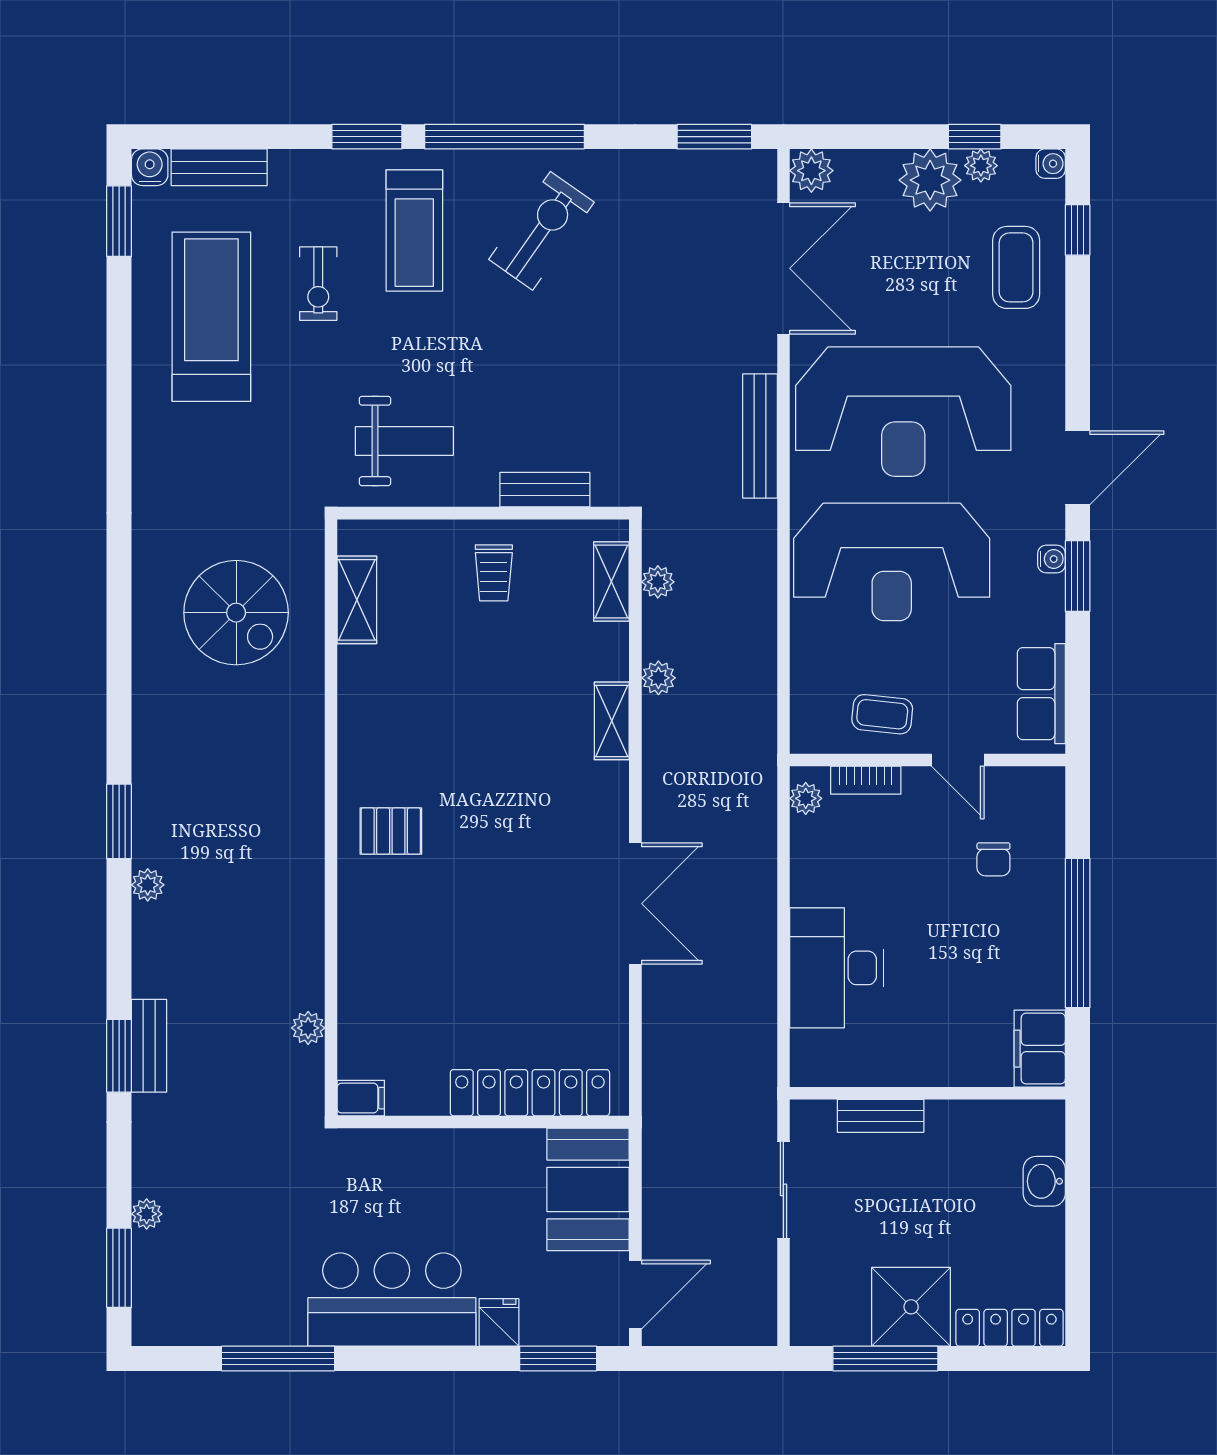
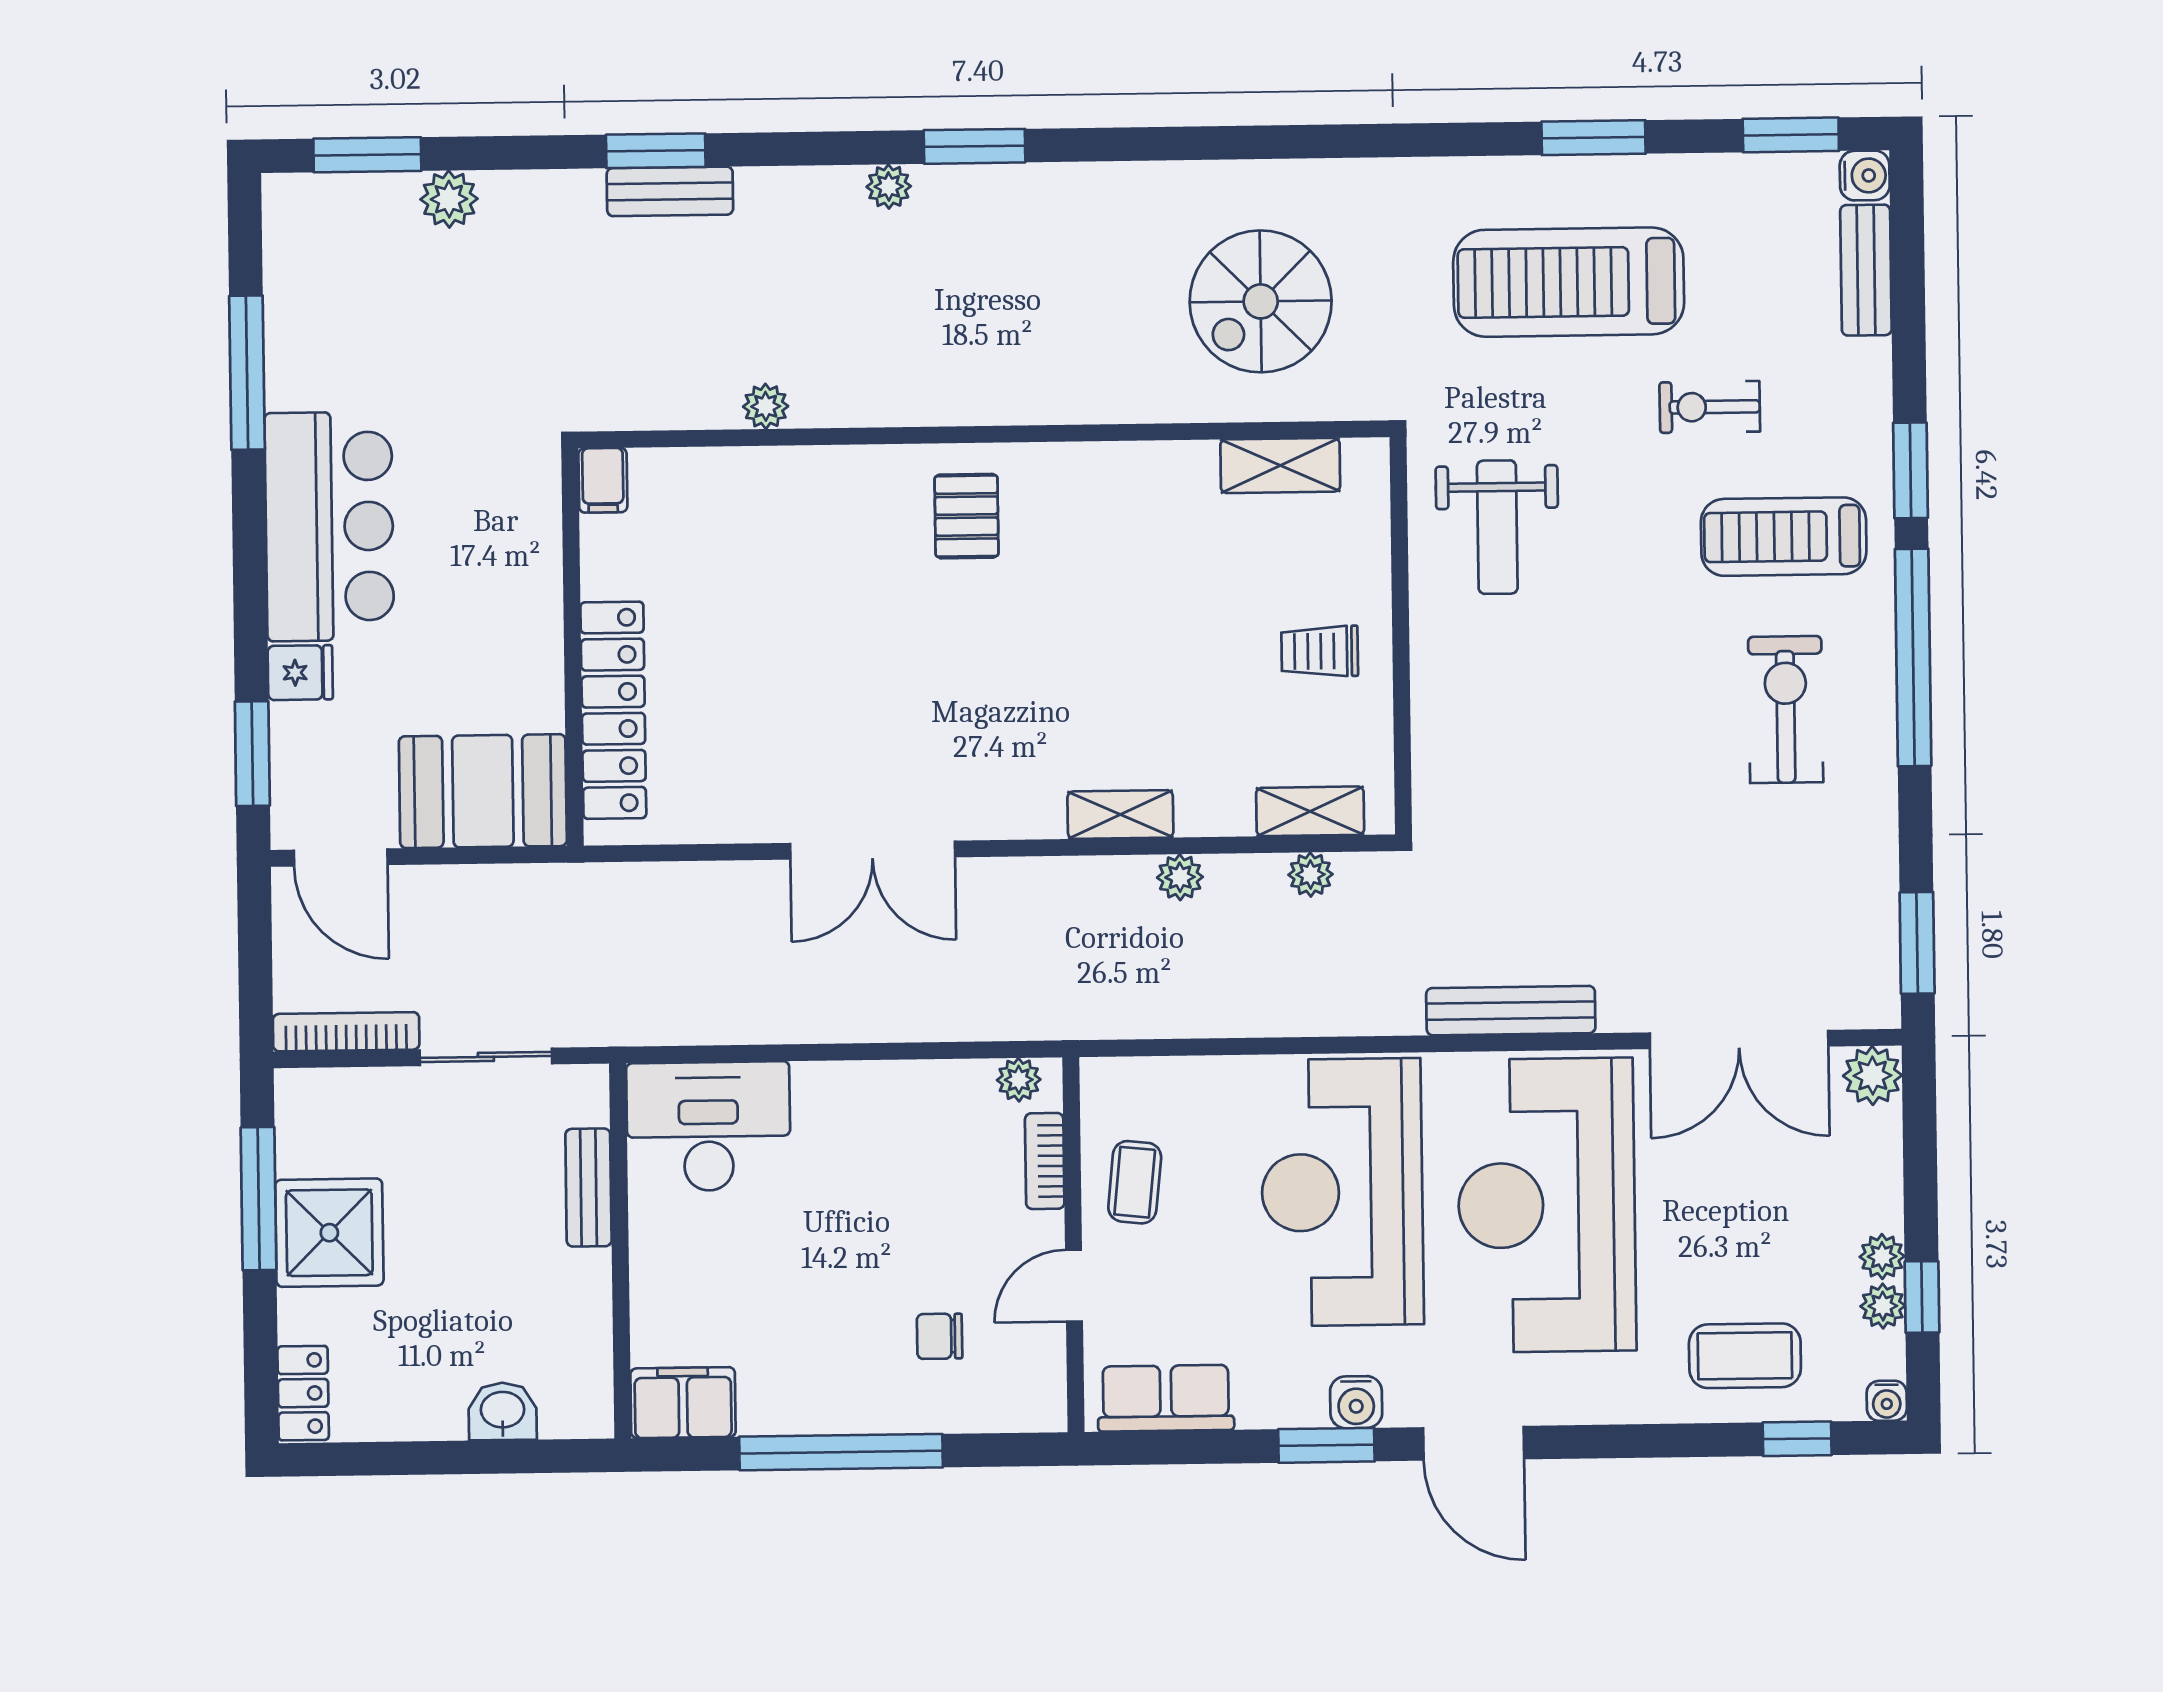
plant: (930, 180) -> (1882, 1257), width x0.53, depth x0.53
exercise bike: (541, 231) -> (1786, 710), turned -125
treadmill: (211, 317) -> (1569, 282), moved, turned 180
window: (119, 366) -> (1594, 138), added
bench: (545, 490) -> (1434, 719), removed
water cooler: (1051, 559) -> (1356, 1402), width x1.38, depth x1.38
desk: (837, 968) -> (708, 1126), moved
plant: (308, 1028) -> (766, 406), moved
plant: (147, 1214) -> (449, 199), width x1.38, depth x1.38
bookcase: (764, 1292) -> (346, 1032), added
locker: (1010, 1328) -> (303, 1393), width x0.66

